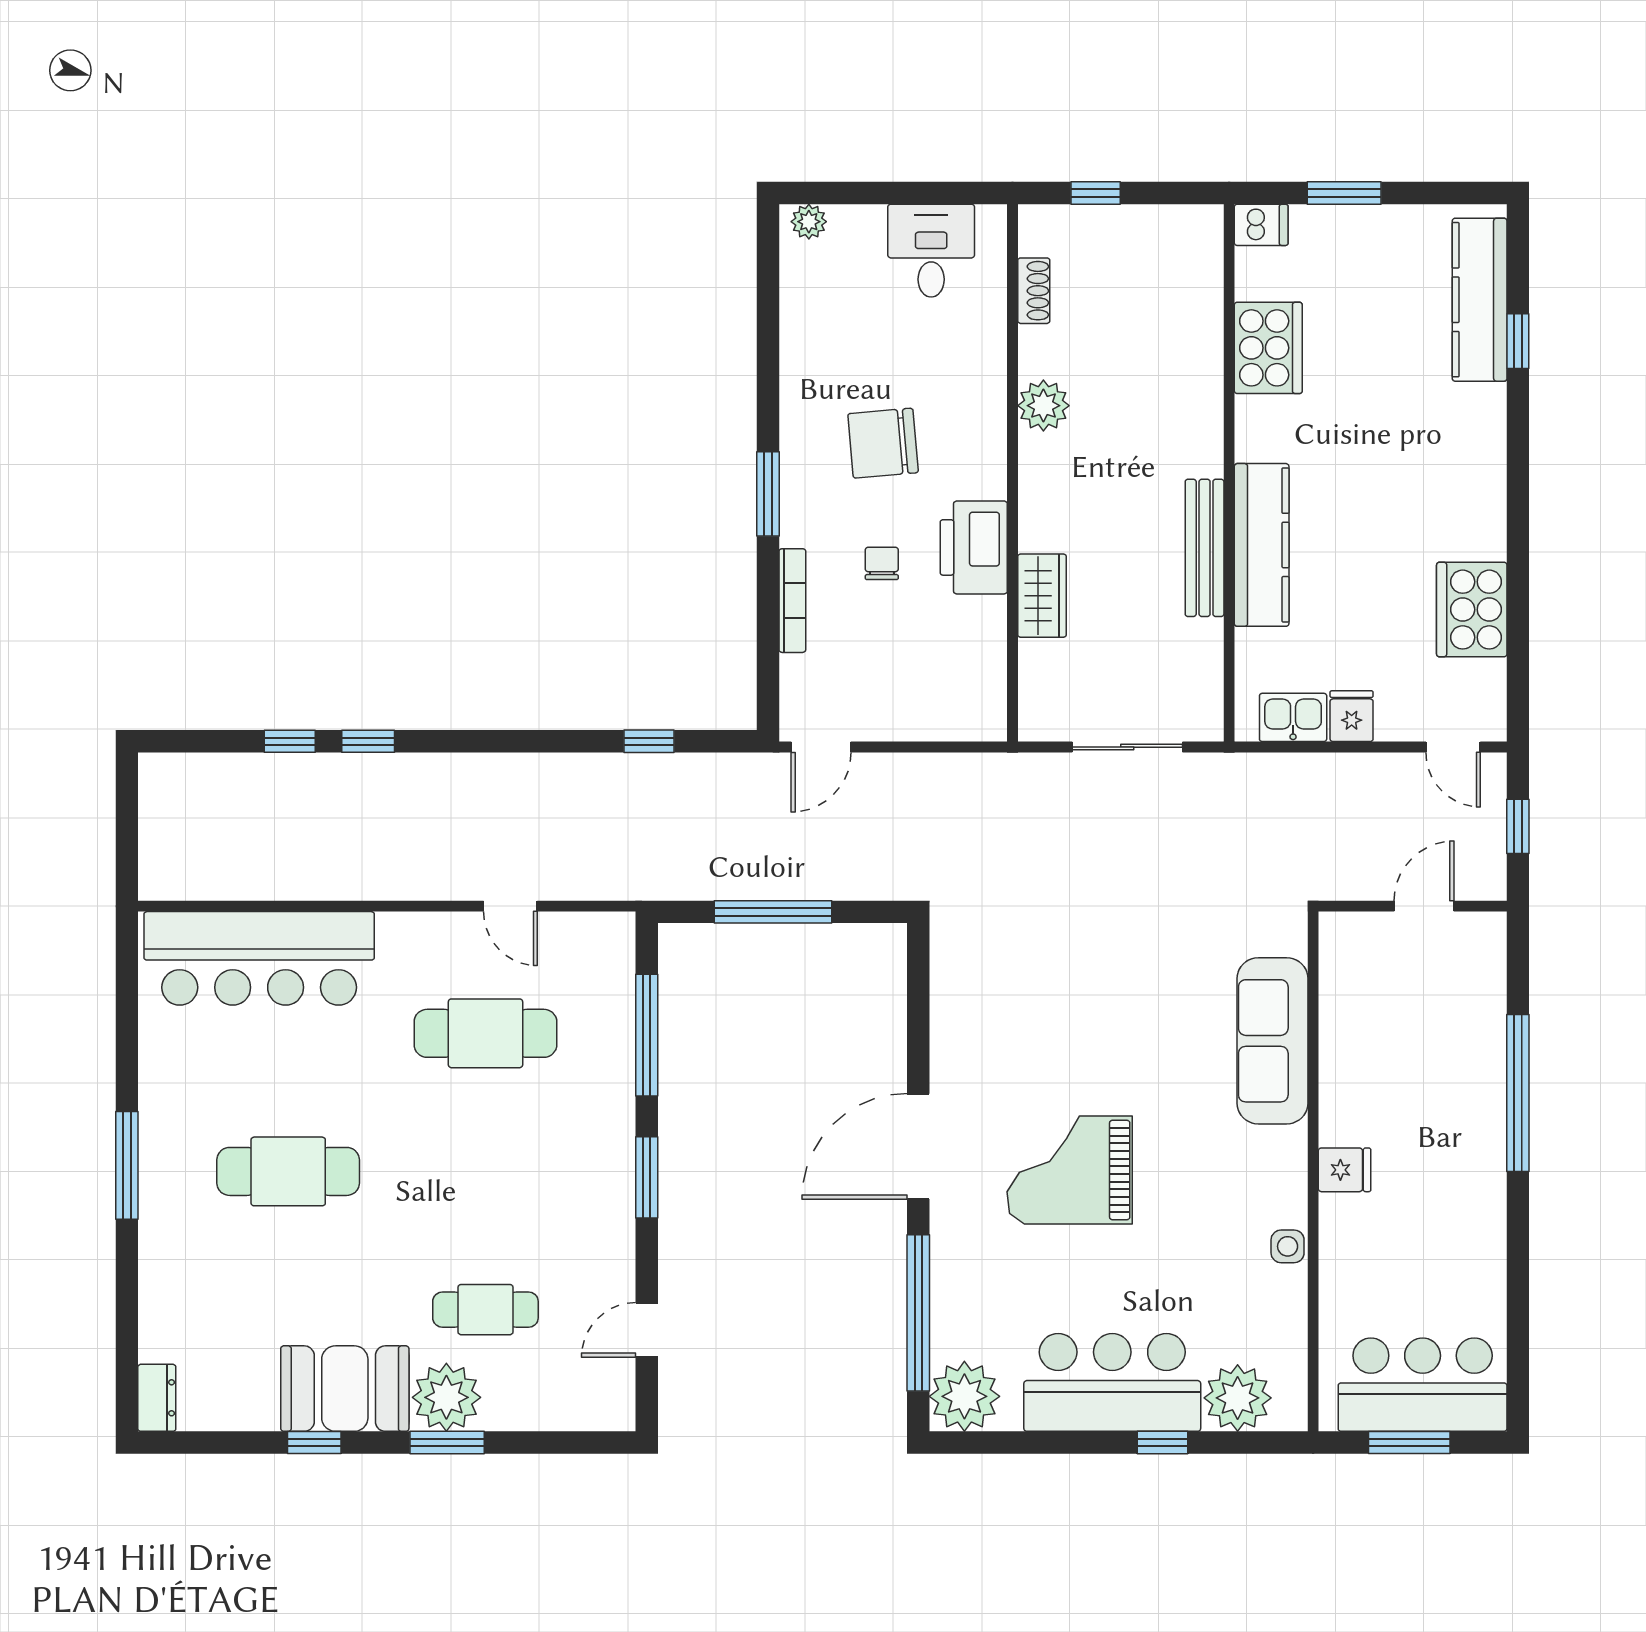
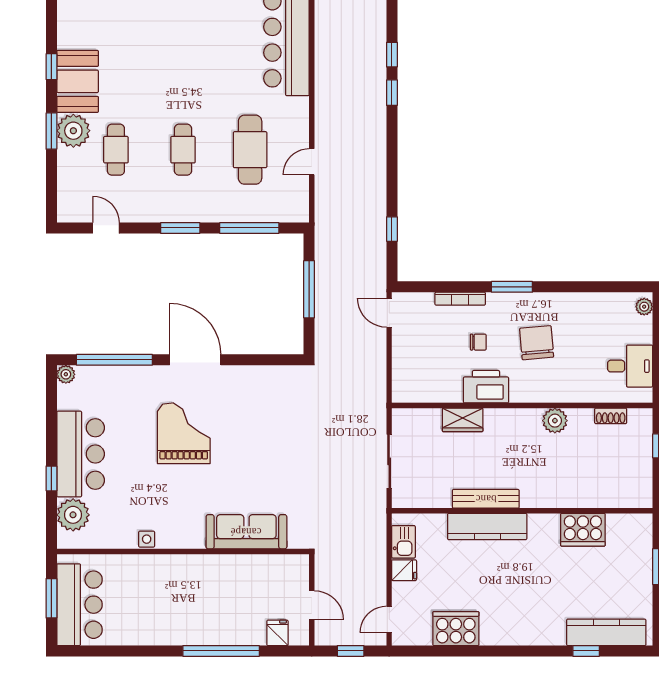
dishwasher: (1261, 225) -> (643, 526), removed
fridge: (1345, 1170) -> (277, 633), moved, turned 180
cafe table: (288, 1171) -> (183, 150), moved, width x0.73, depth x0.74
plant: (964, 1396) -> (66, 374), width x0.53, depth x0.53

